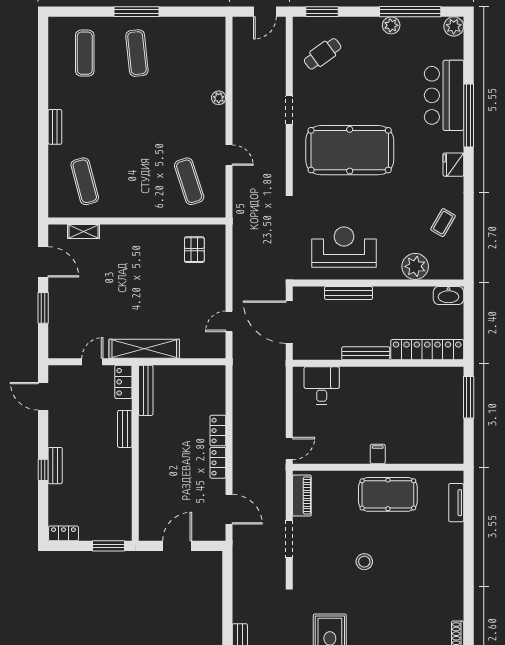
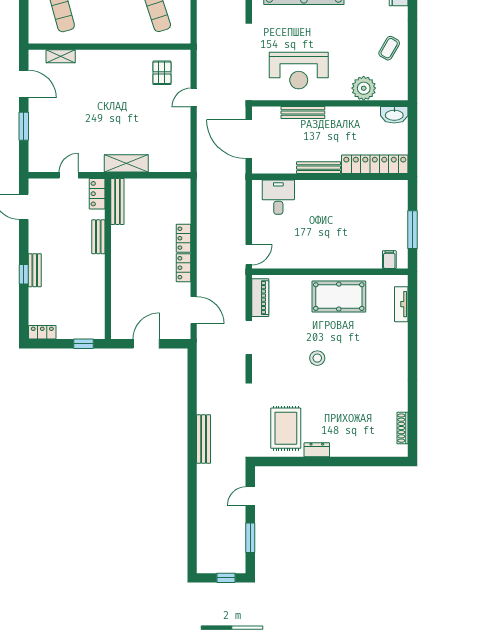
reception desk: (344, 247) -> (299, 71), turned 180
door: (229, 321) -> (194, 98), moved
shelving: (144, 349) -> (126, 163), width x0.68
window: (469, 397) -> (413, 230), moved
filing cabinet: (378, 454) -> (389, 260), moved
window: (108, 546) -> (83, 344), width x0.67

